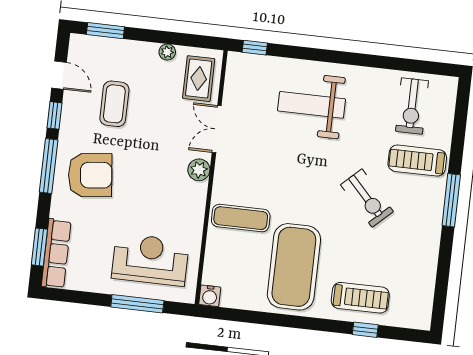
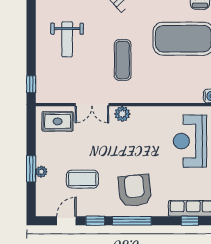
window: (105, 31) -> (31, 169), moved
plant: (167, 52) -> (41, 172), moved
weight bench: (312, 105) -> (67, 39), width x0.73, depth x0.75
exercise mat: (241, 218) -> (123, 60), moved
window: (39, 247) -> (190, 221), width x0.67

